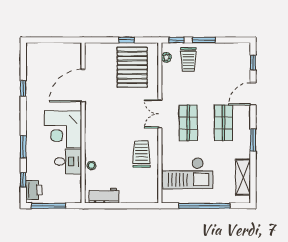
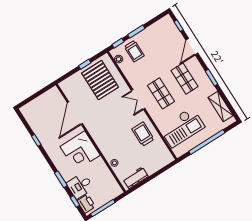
desk: (68, 161) -> (80, 186), moved, turned 180

